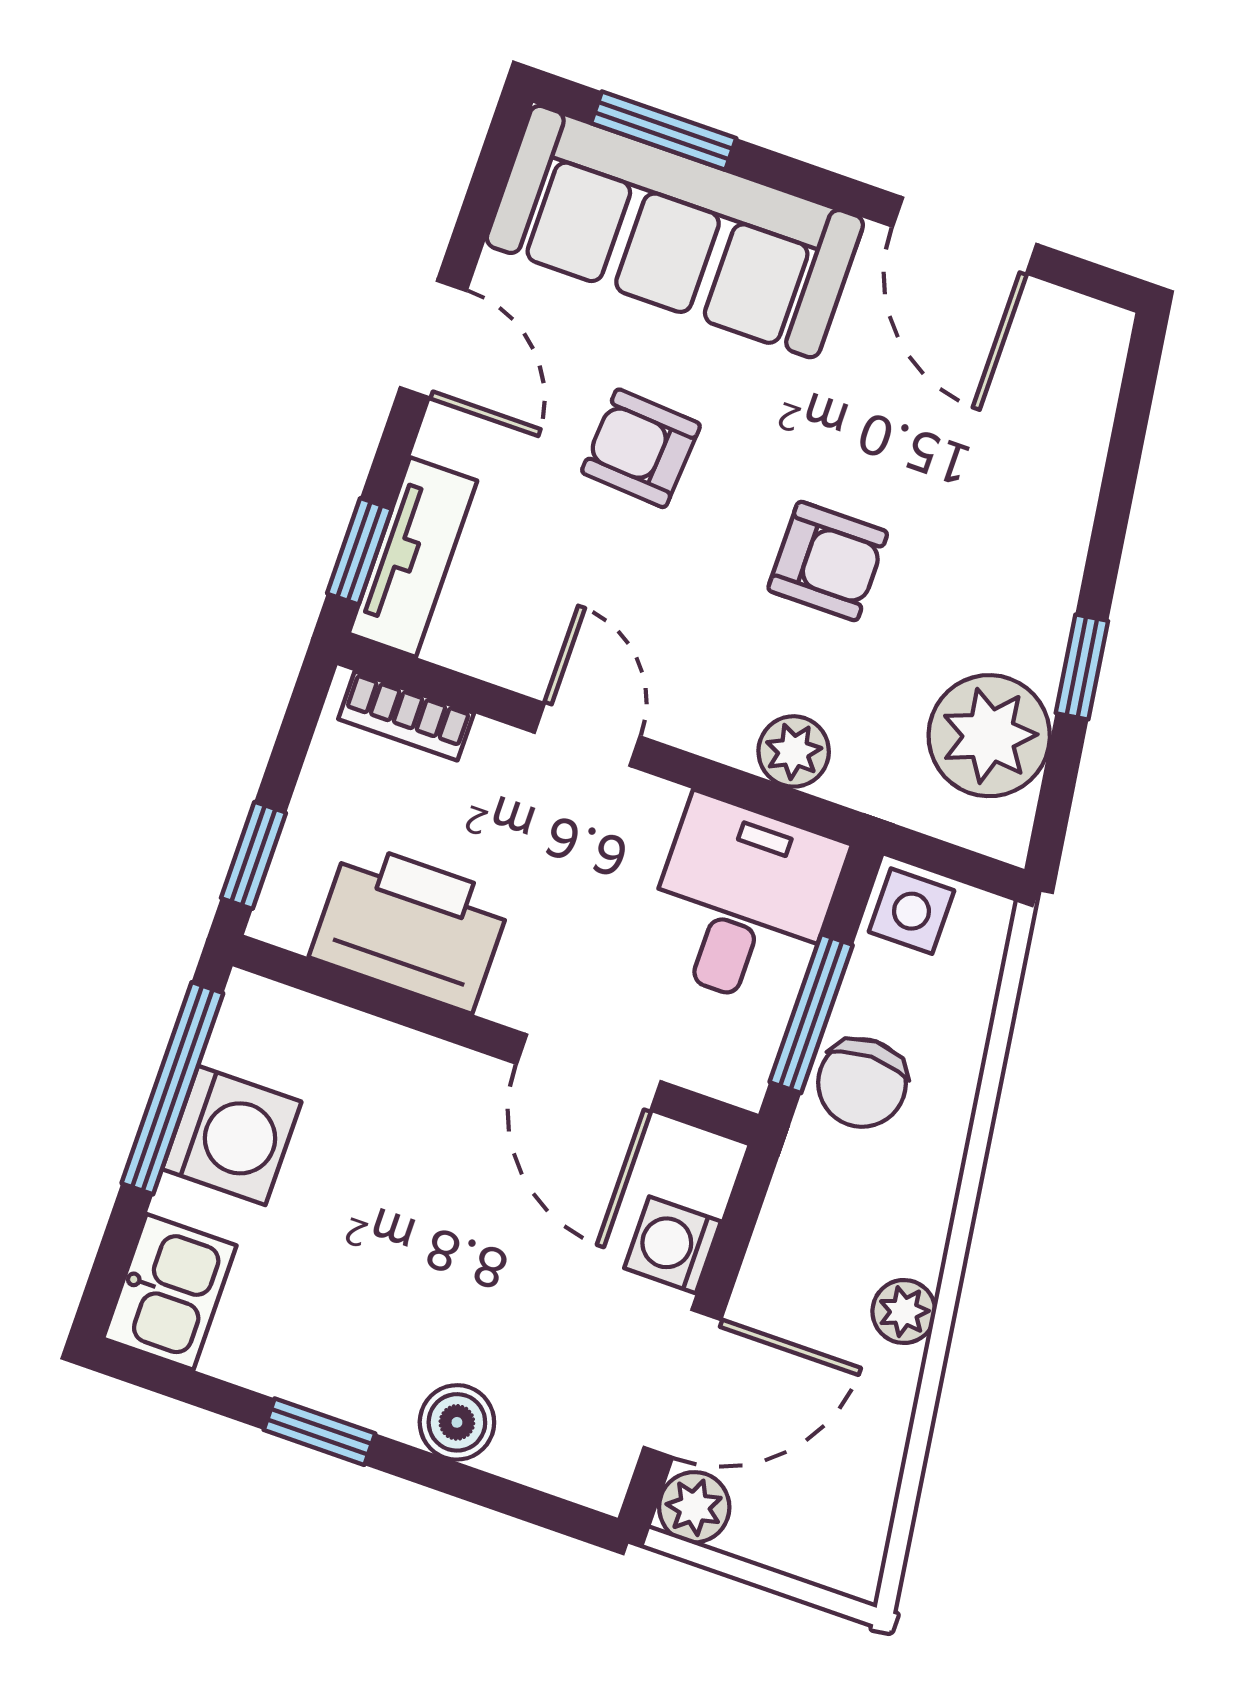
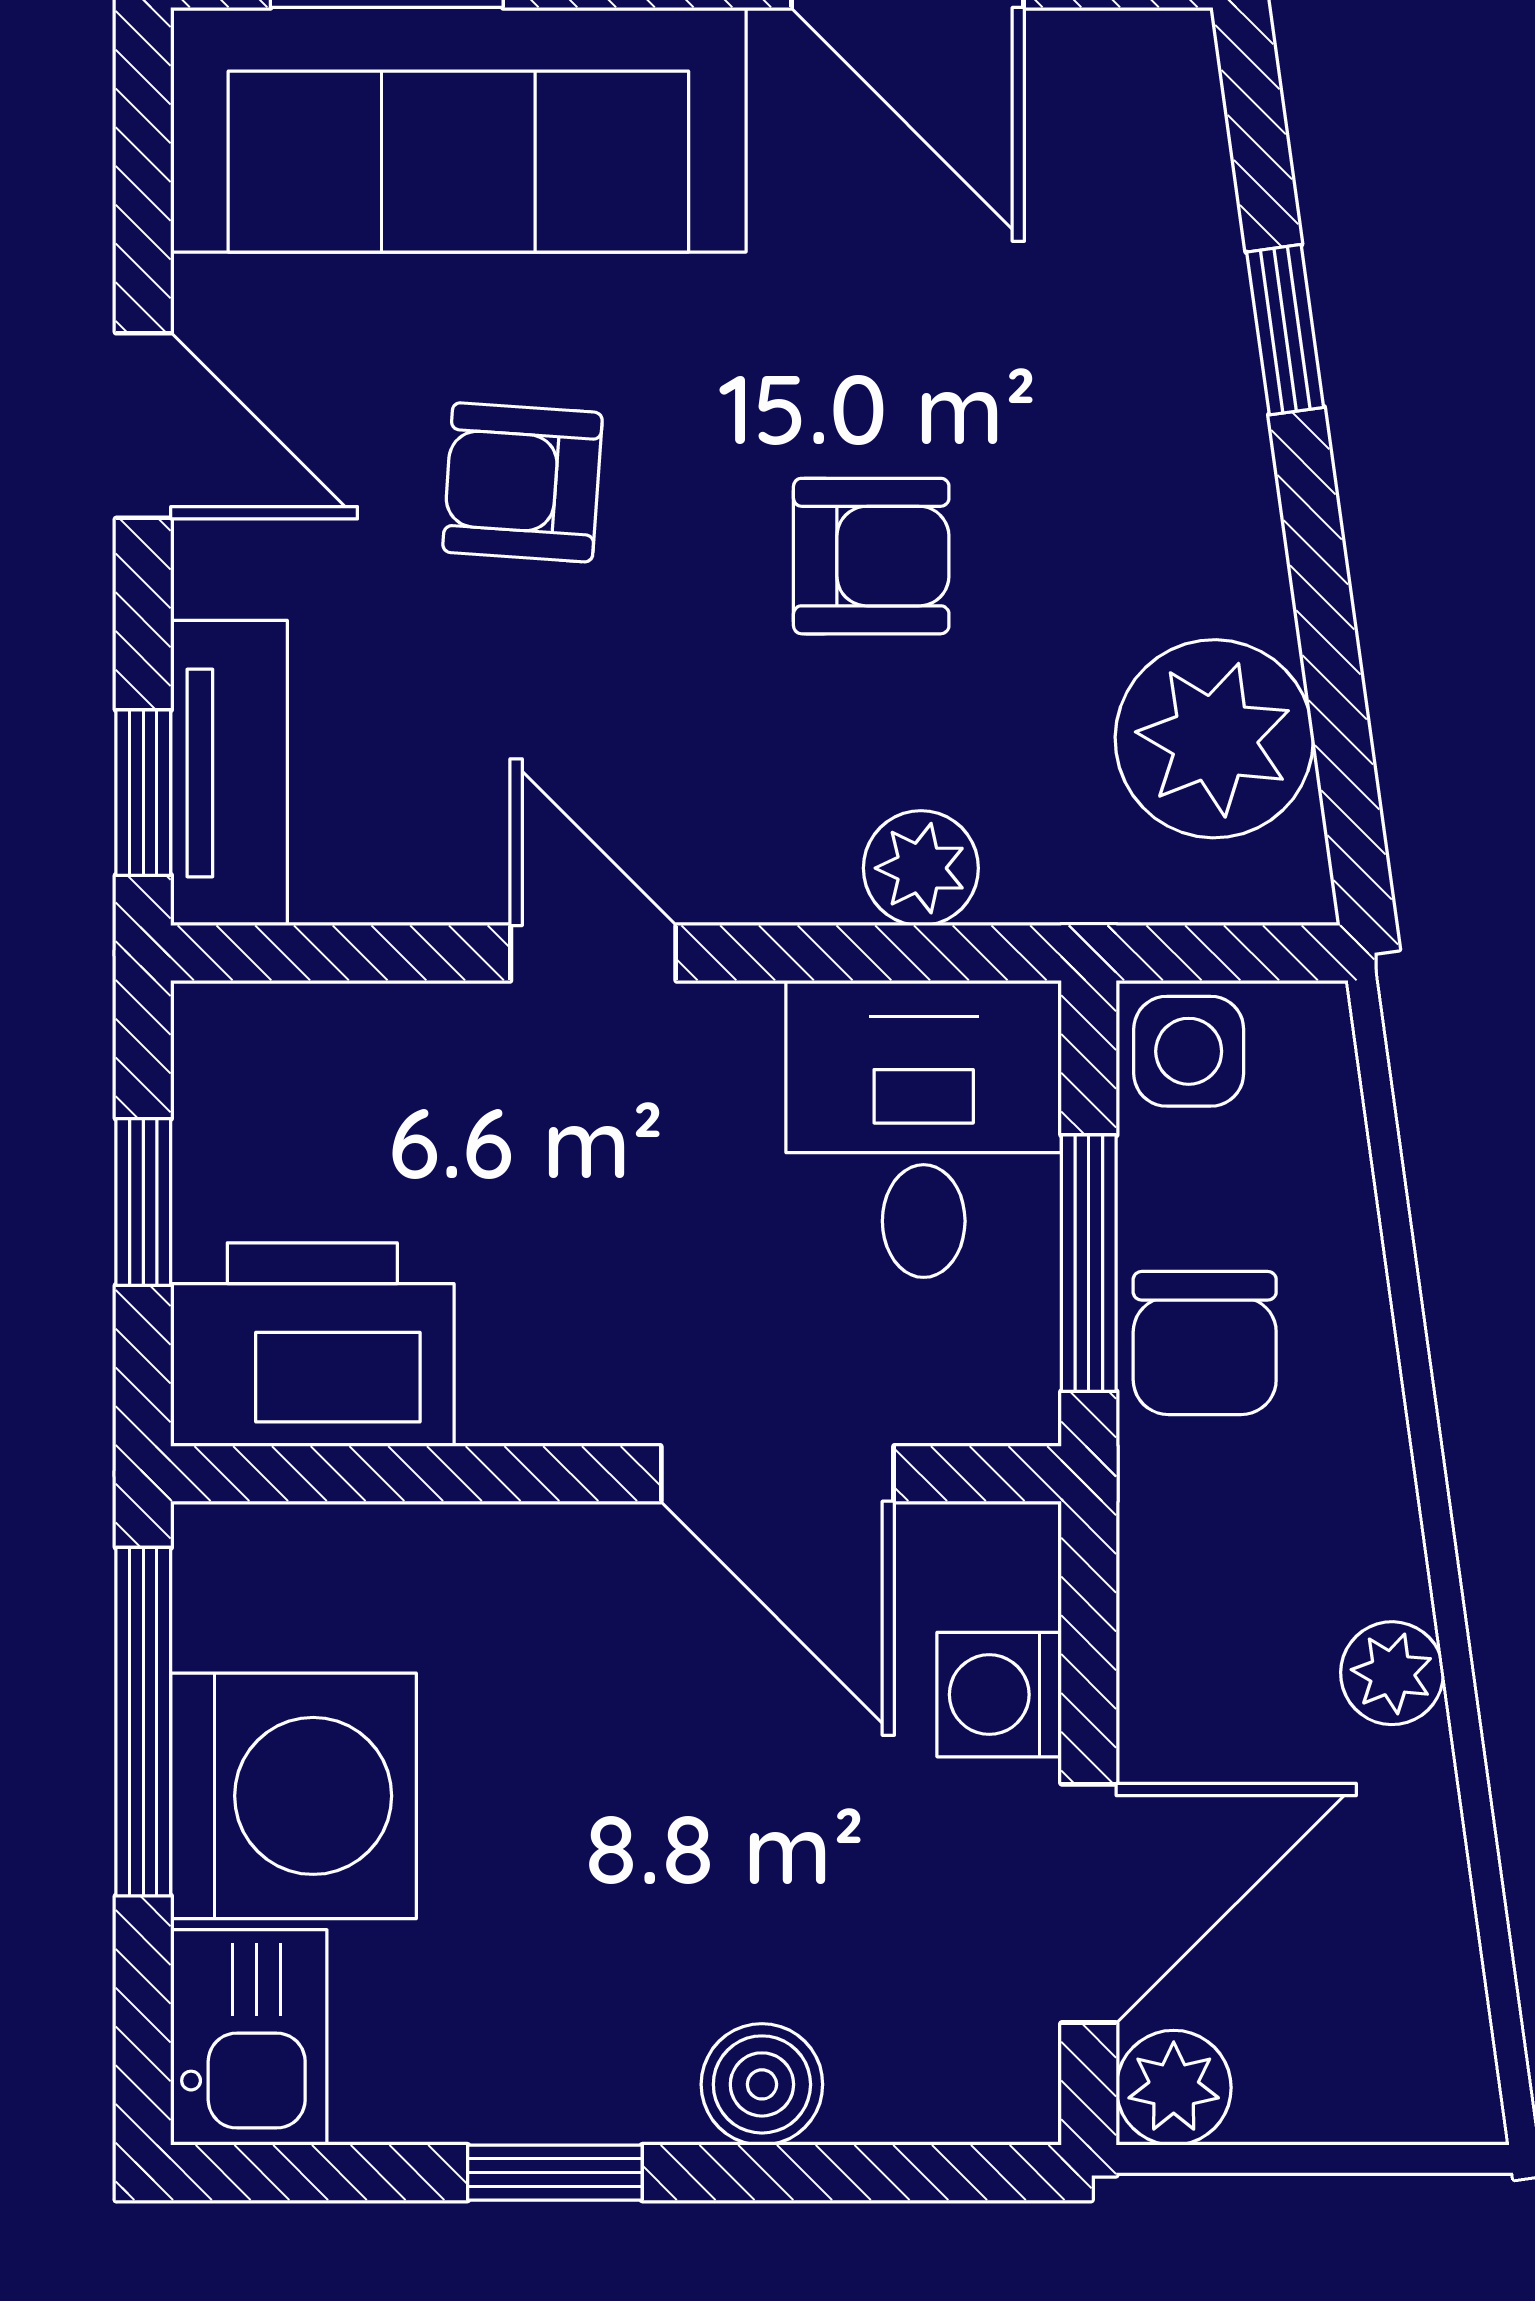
window: (1082, 667) -> (1285, 330), moved
bookcase: (406, 716) -> (304, 1022), removed
window: (253, 855) -> (143, 1202), moved
printer: (411, 927) -> (312, 1345), moved
washing machine: (232, 1135) -> (293, 1796), width x1.37, depth x1.37

